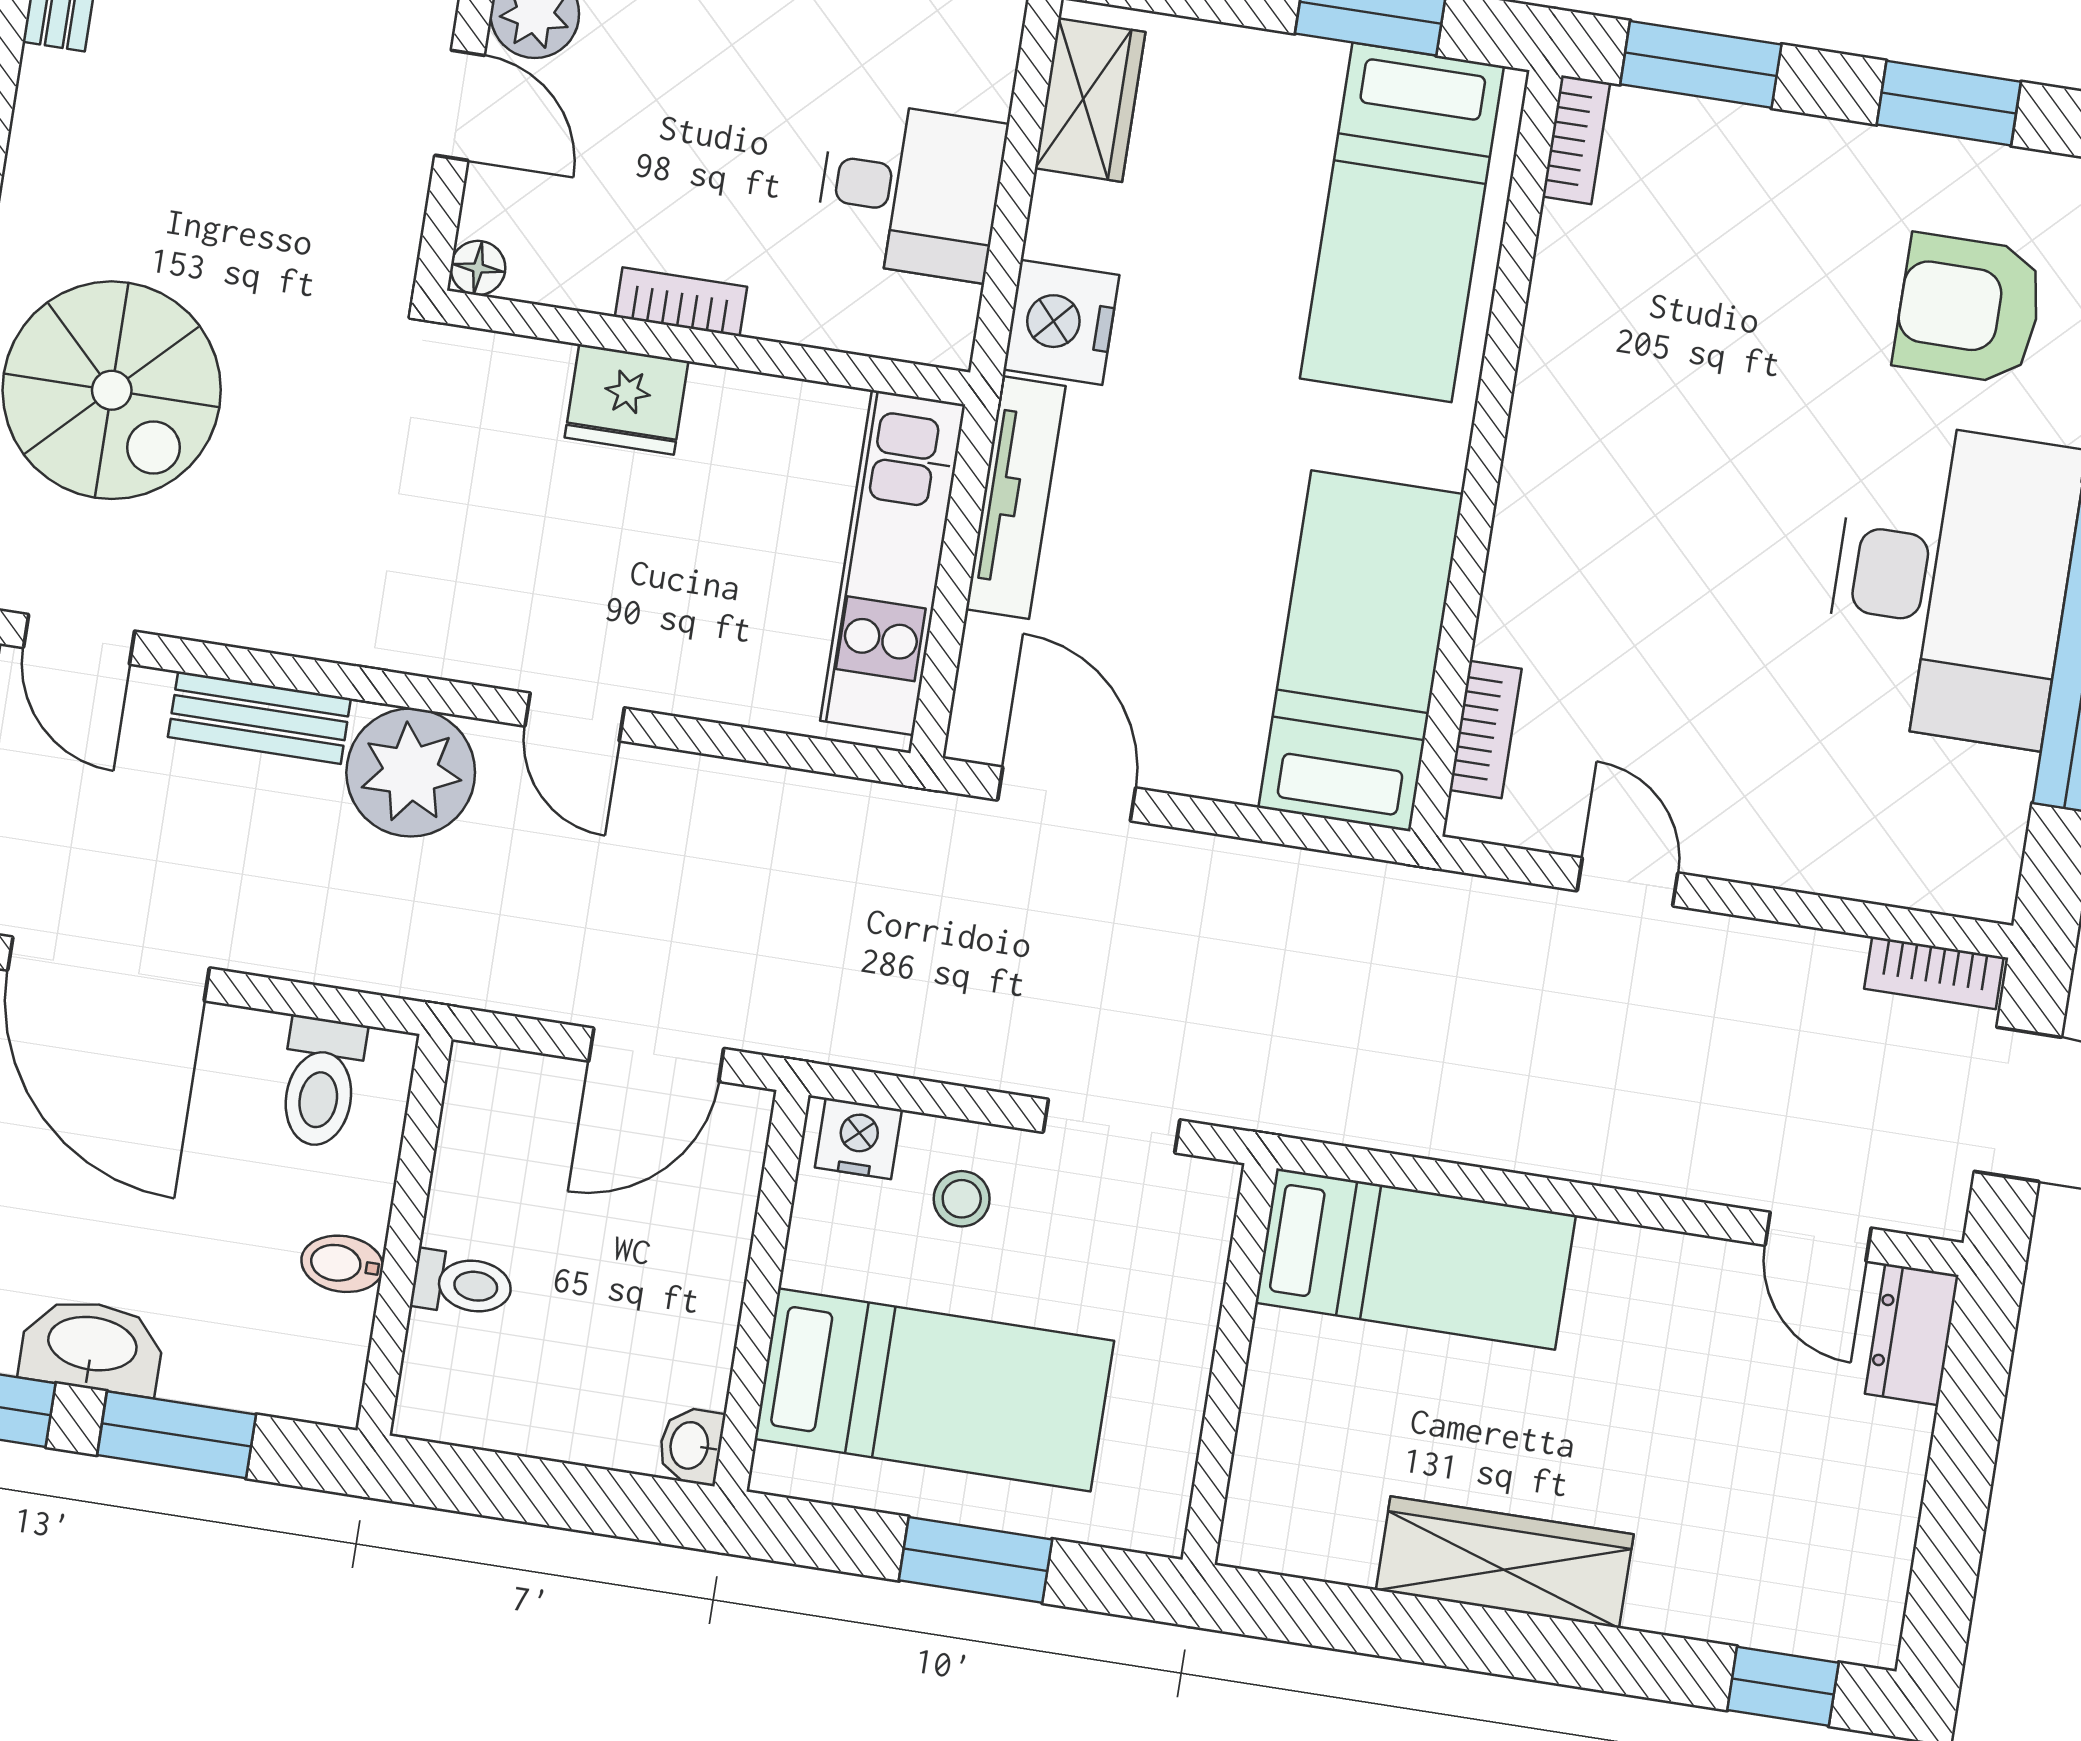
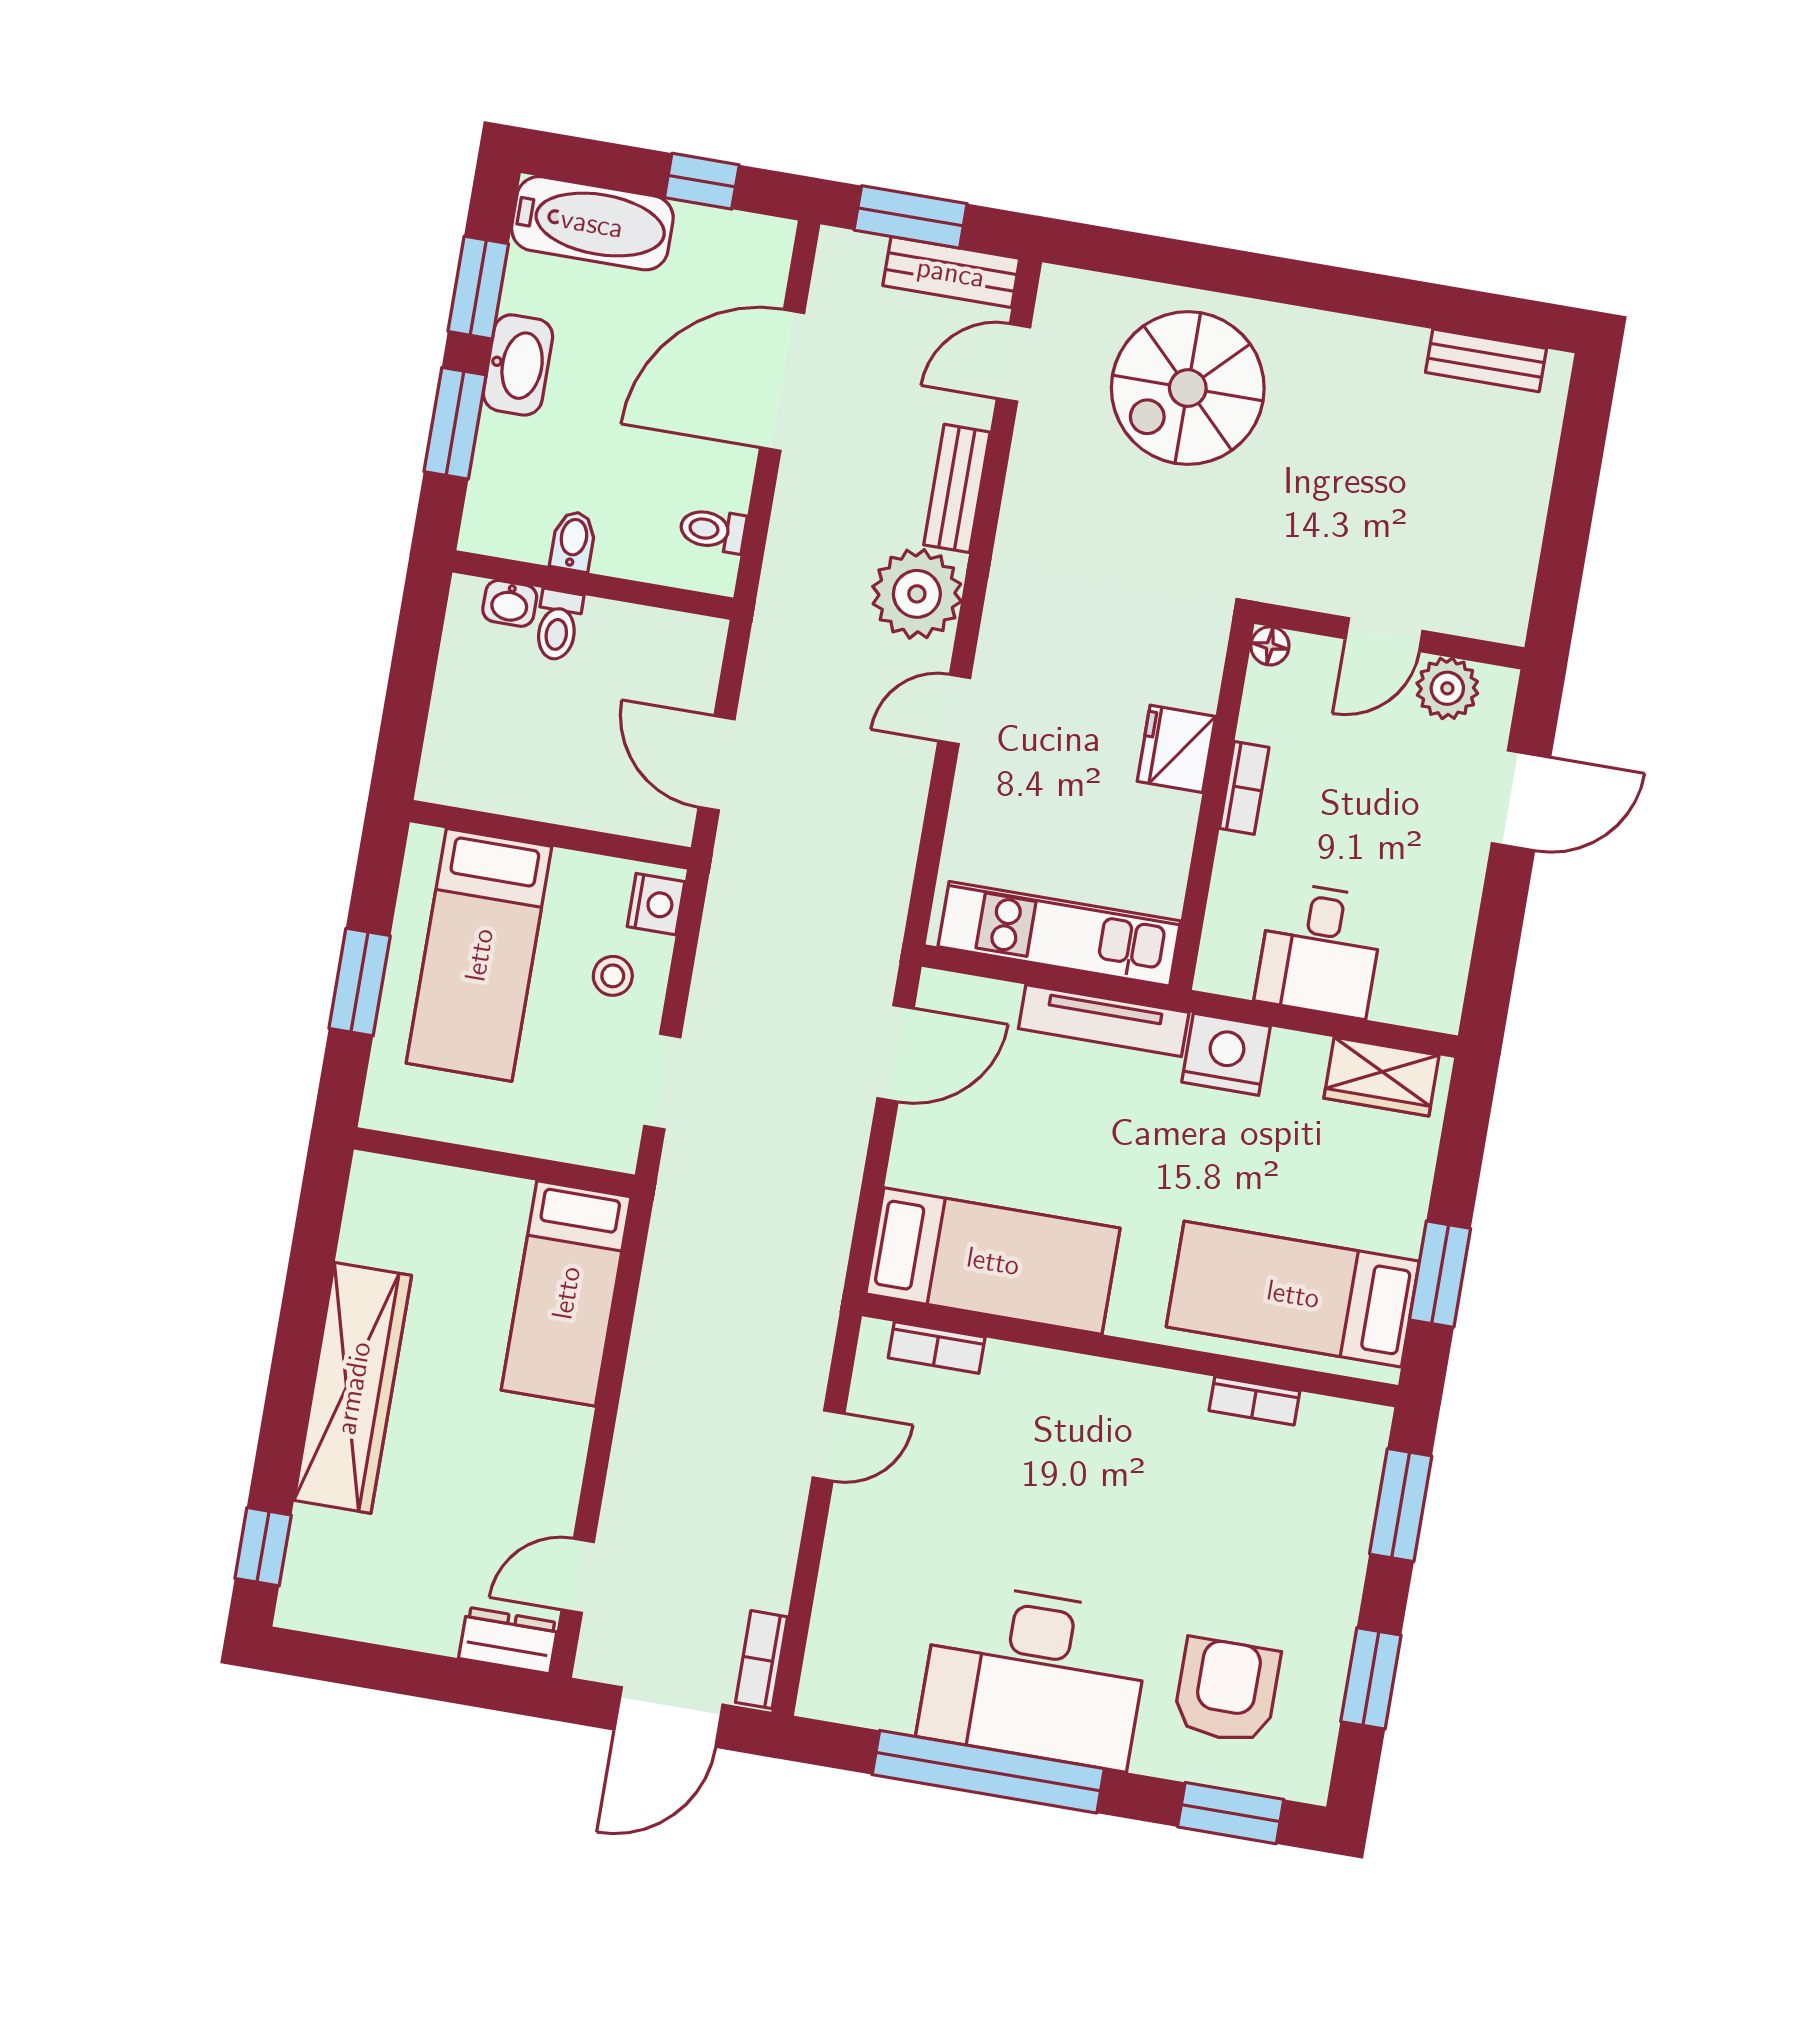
bookcase: (1576, 140) -> (1254, 1401), moved
toilet: (321, 1082) -> (713, 530), width x0.73, depth x0.72
washbasin: (691, 1446) -> (510, 603), moved, turned 180
wardrobe: (1505, 1562) -> (353, 1388), width x1.40, depth x1.17

